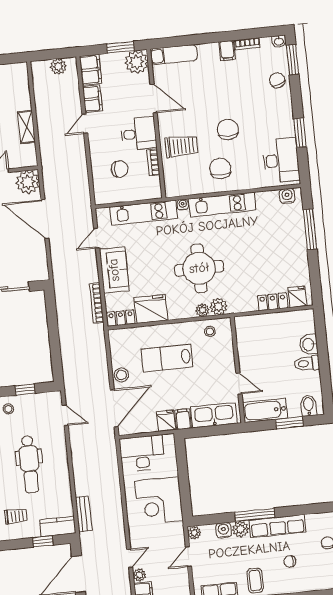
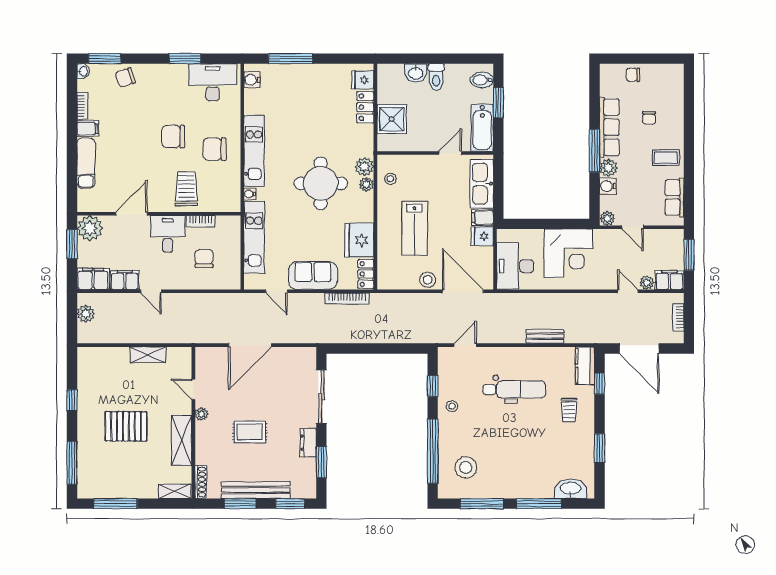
exam couch: (174, 55) -> (86, 163), moved
plant: (28, 182) -> (208, 360), removed
shower: (264, 327) -> (392, 119), added
bench: (84, 514) -> (545, 336), moved
trolley: (16, 516) -> (569, 410), turned 180

